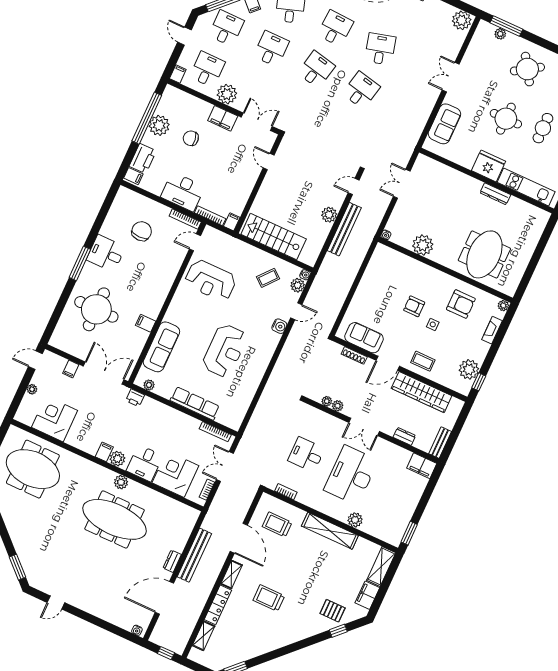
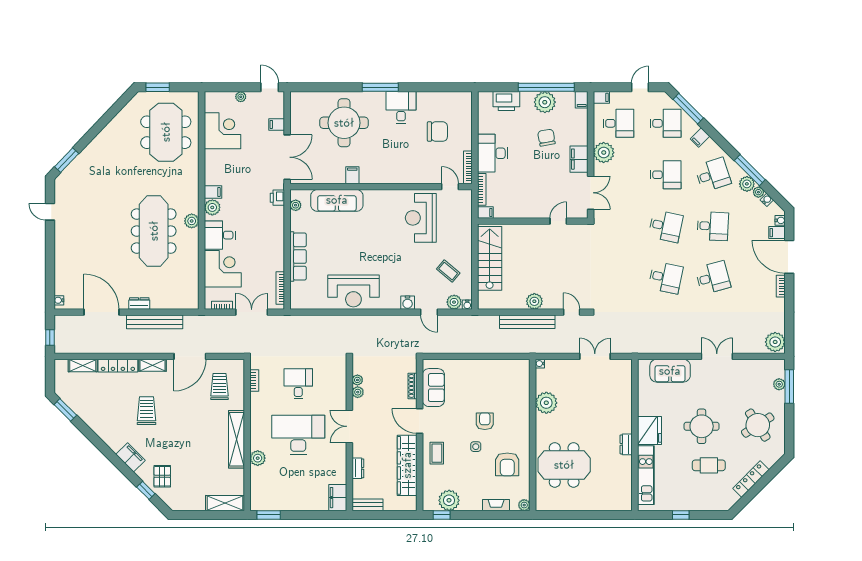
filing cabinet: (133, 176) -> (582, 100), moved
dresser: (495, 194) -> (626, 444), width x0.70
reception desk: (225, 351) -> (353, 291), moved
filing cabinet: (367, 595) -> (131, 457), moved, turned 45

